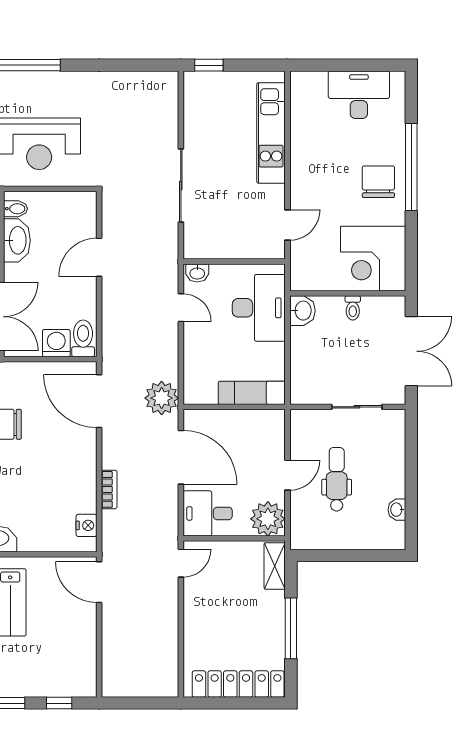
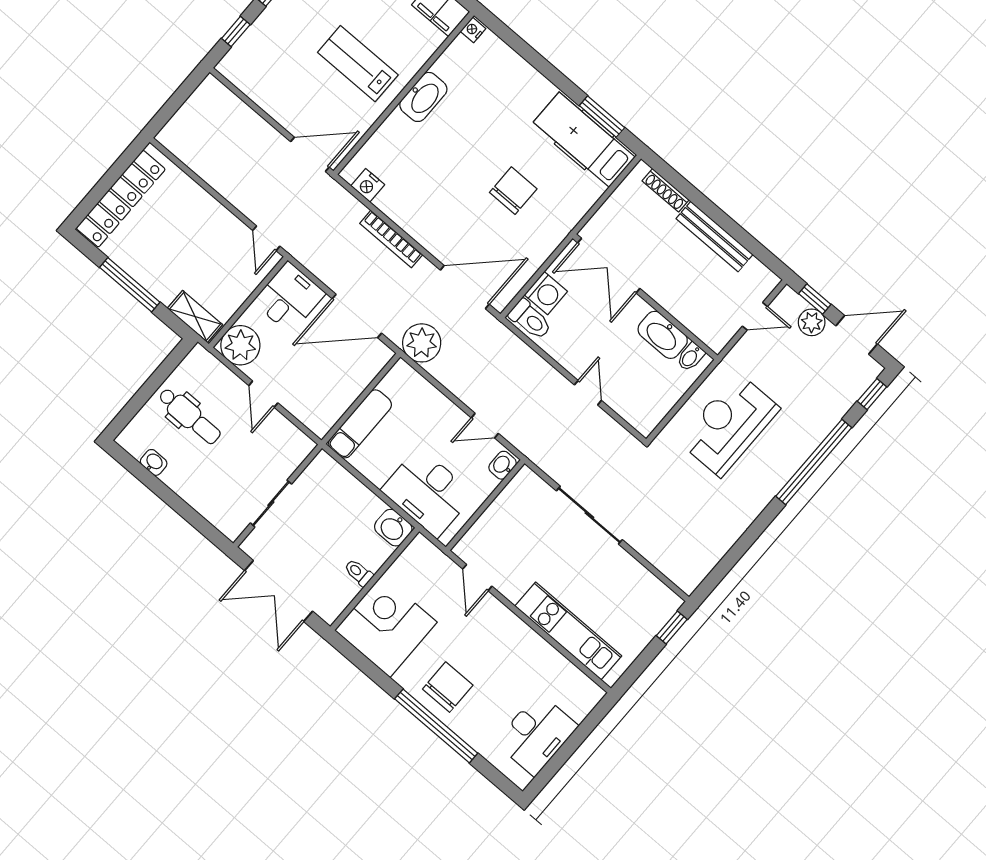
chair: (378, 182) -> (448, 687), turned -90
door: (99, 257) -> (588, 393), width x0.73
dental chair: (337, 479) -> (189, 416), moved
bookcase: (109, 489) -> (391, 239), width x1.56

